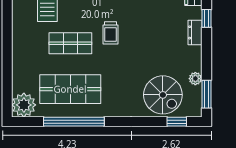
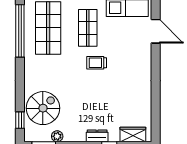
spiral stairs: (163, 95) -> (43, 108), turned 180

